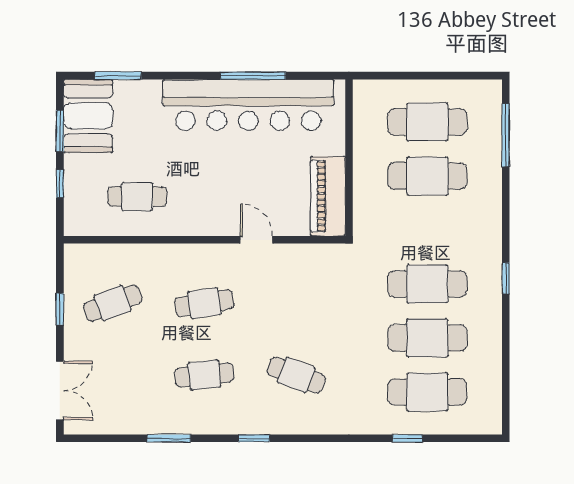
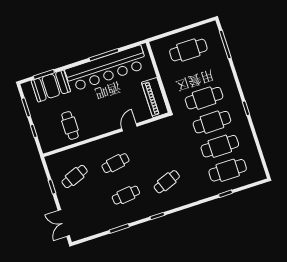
booth: (88, 116) -> (51, 86), moved, turned 90
cafe table: (427, 176) -> (204, 98), moved
cafe table: (137, 197) -> (70, 125), turned 90
door: (256, 240) -> (129, 127), hinge flipped
cafe table: (296, 375) -> (167, 182), turned -42
double door: (60, 390) -> (64, 223), swing flipped

